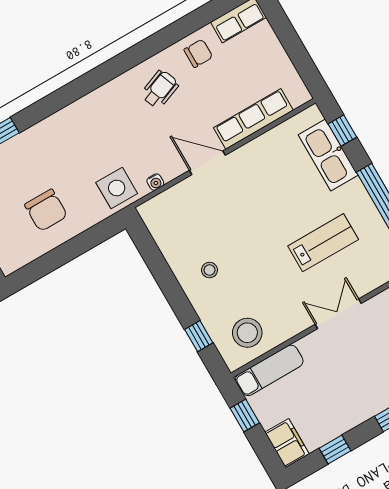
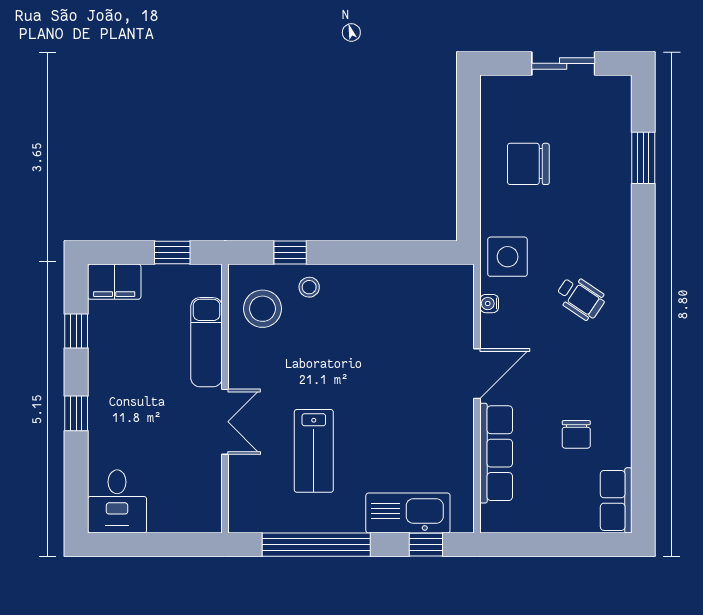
chair: (198, 53) -> (576, 434), moved
wheelchair: (160, 89) -> (580, 298), moved, turned -35
stool: (210, 270) -> (309, 287), moved
exam couch: (269, 370) -> (207, 342), moved

